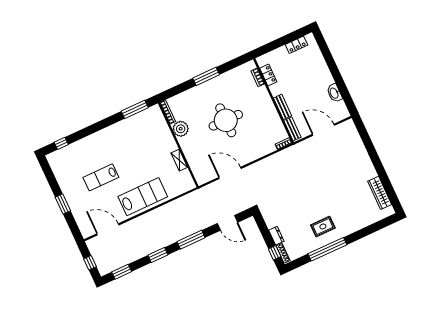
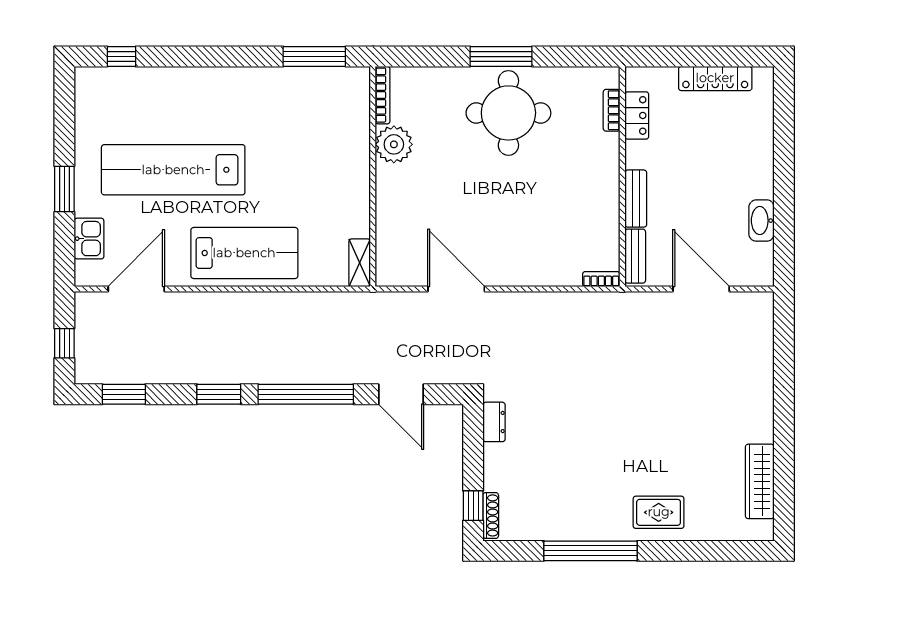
locker: (296, 45) -> (715, 78), width x1.53
round table: (226, 120) -> (508, 113), moved
shelving: (179, 160) -> (360, 263), moved
lab bench: (101, 177) -> (173, 170), width x1.86, depth x1.39
kitchen sink: (81, 218) -> (89, 239), added
rug: (323, 226) -> (659, 512), moved
door: (108, 229) -> (136, 289), hinge flipped
dresser: (276, 236) -> (494, 422), moved
window: (191, 240) -> (306, 394), width x1.46

